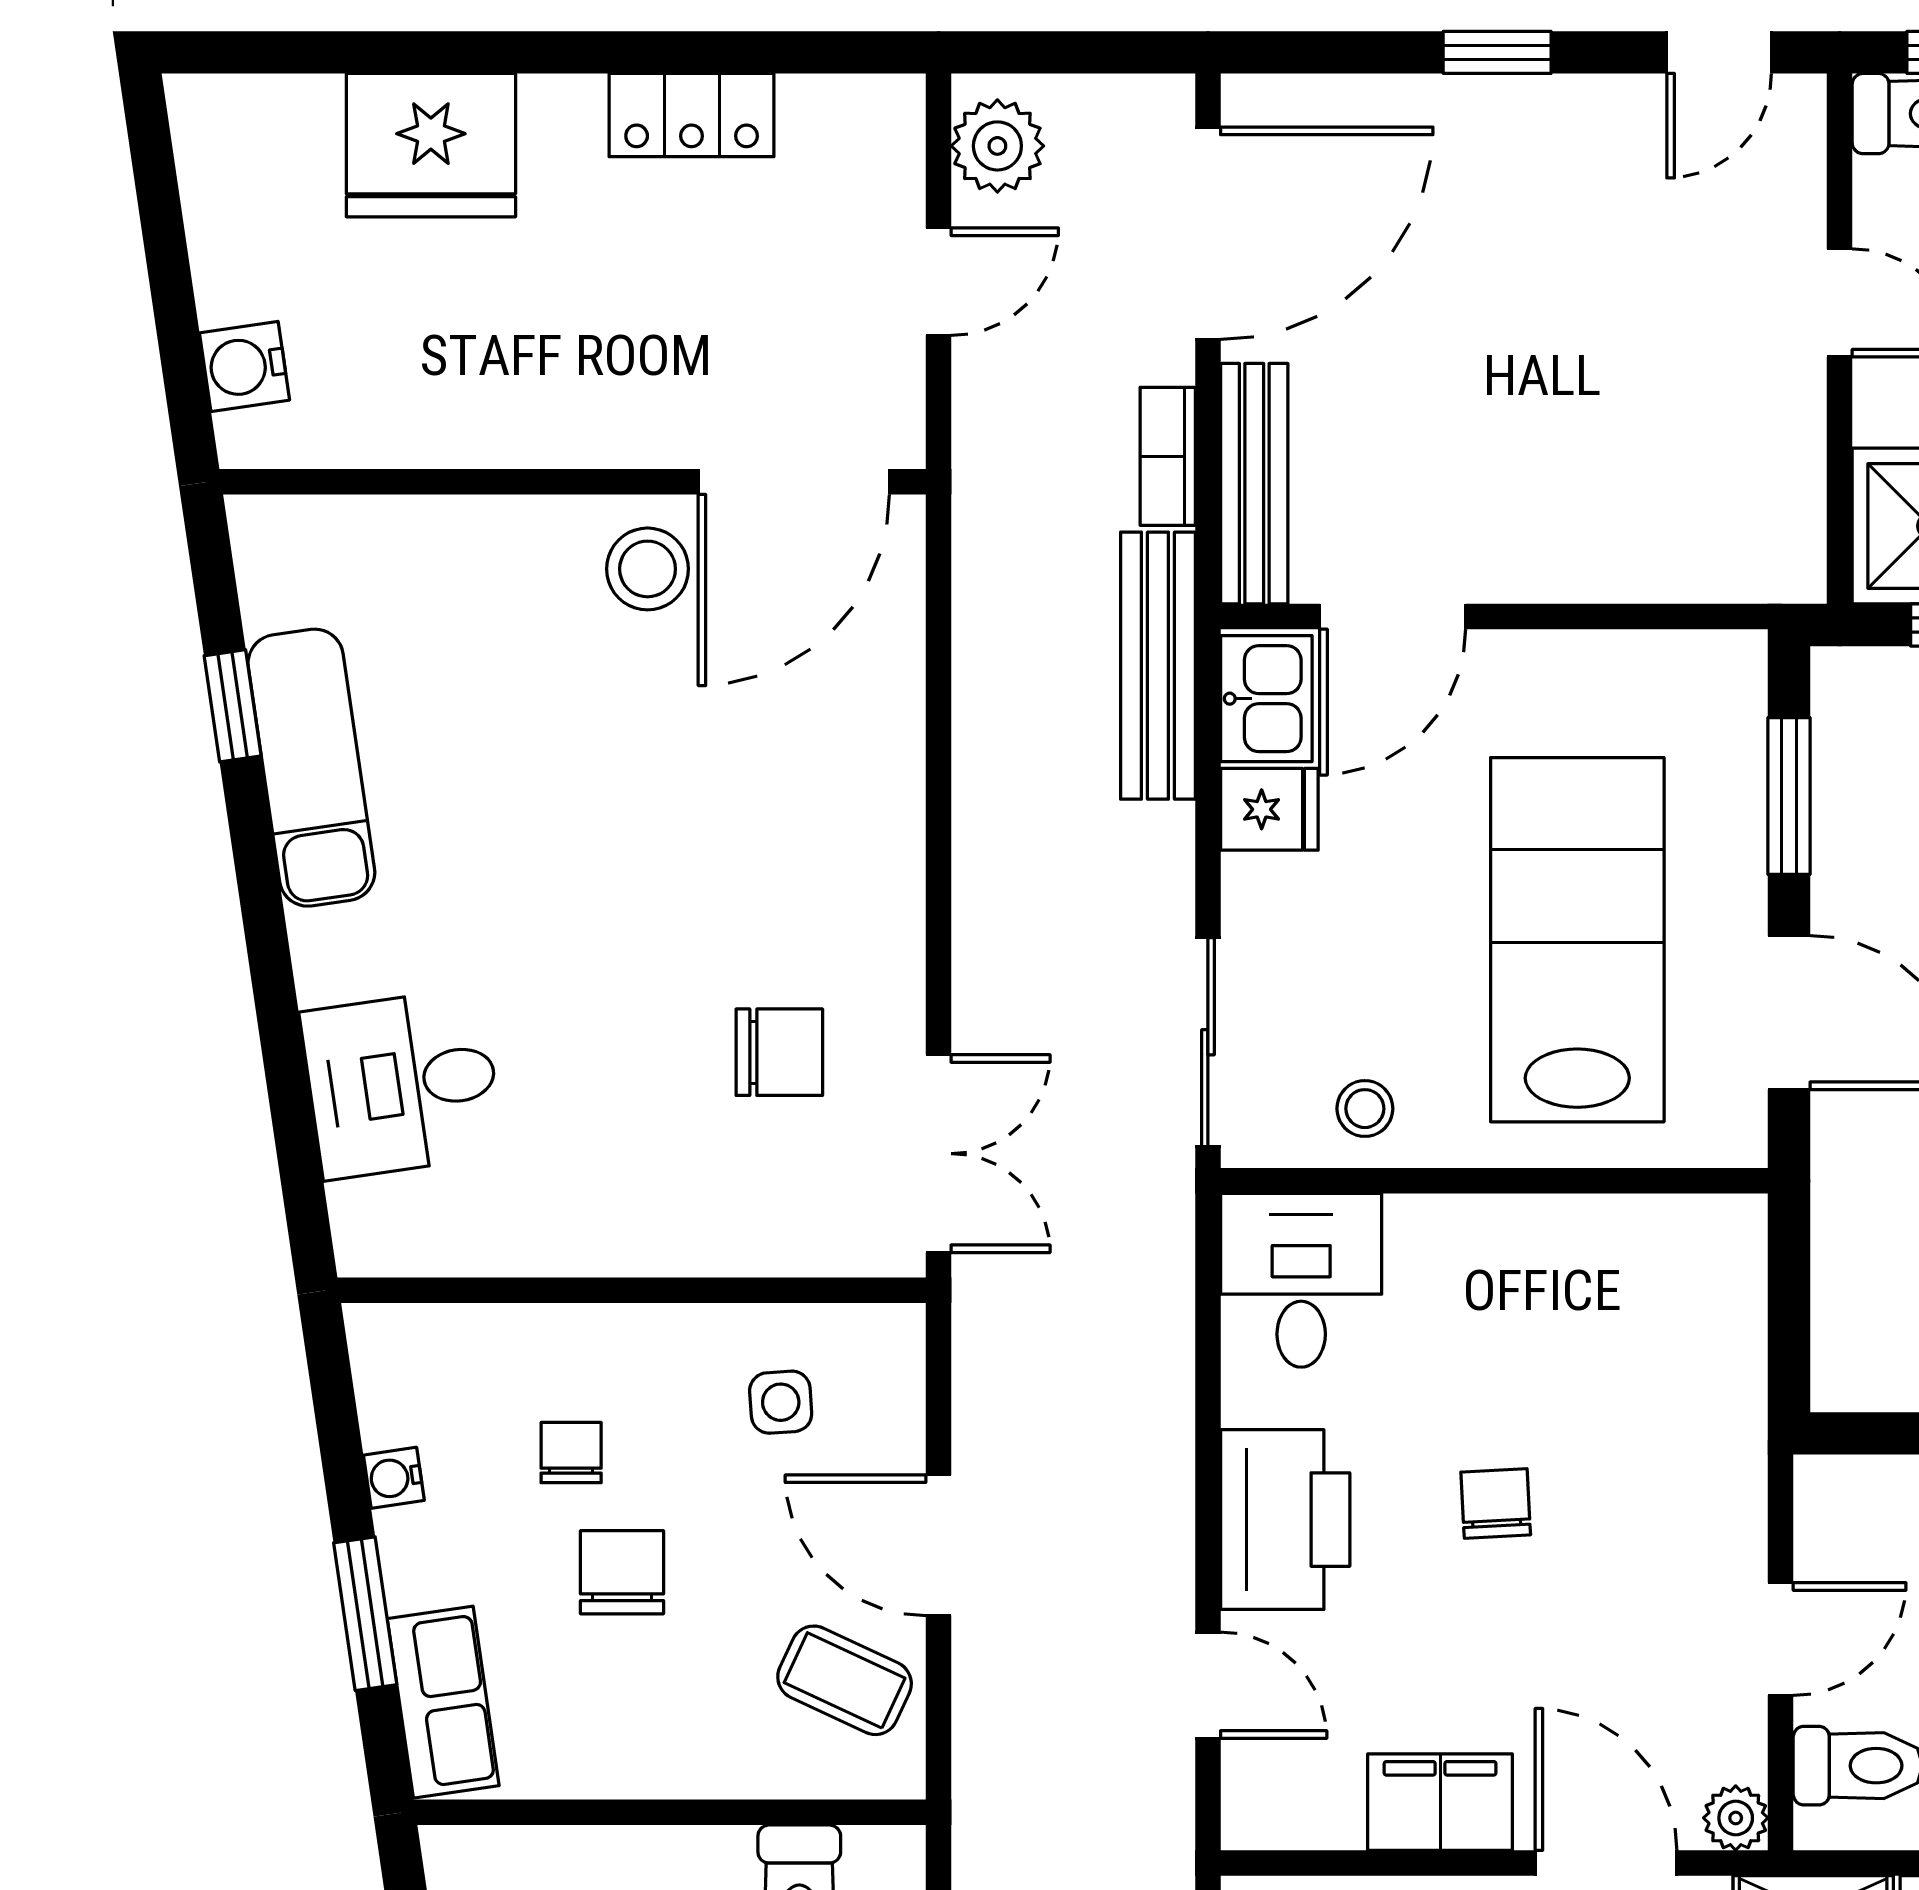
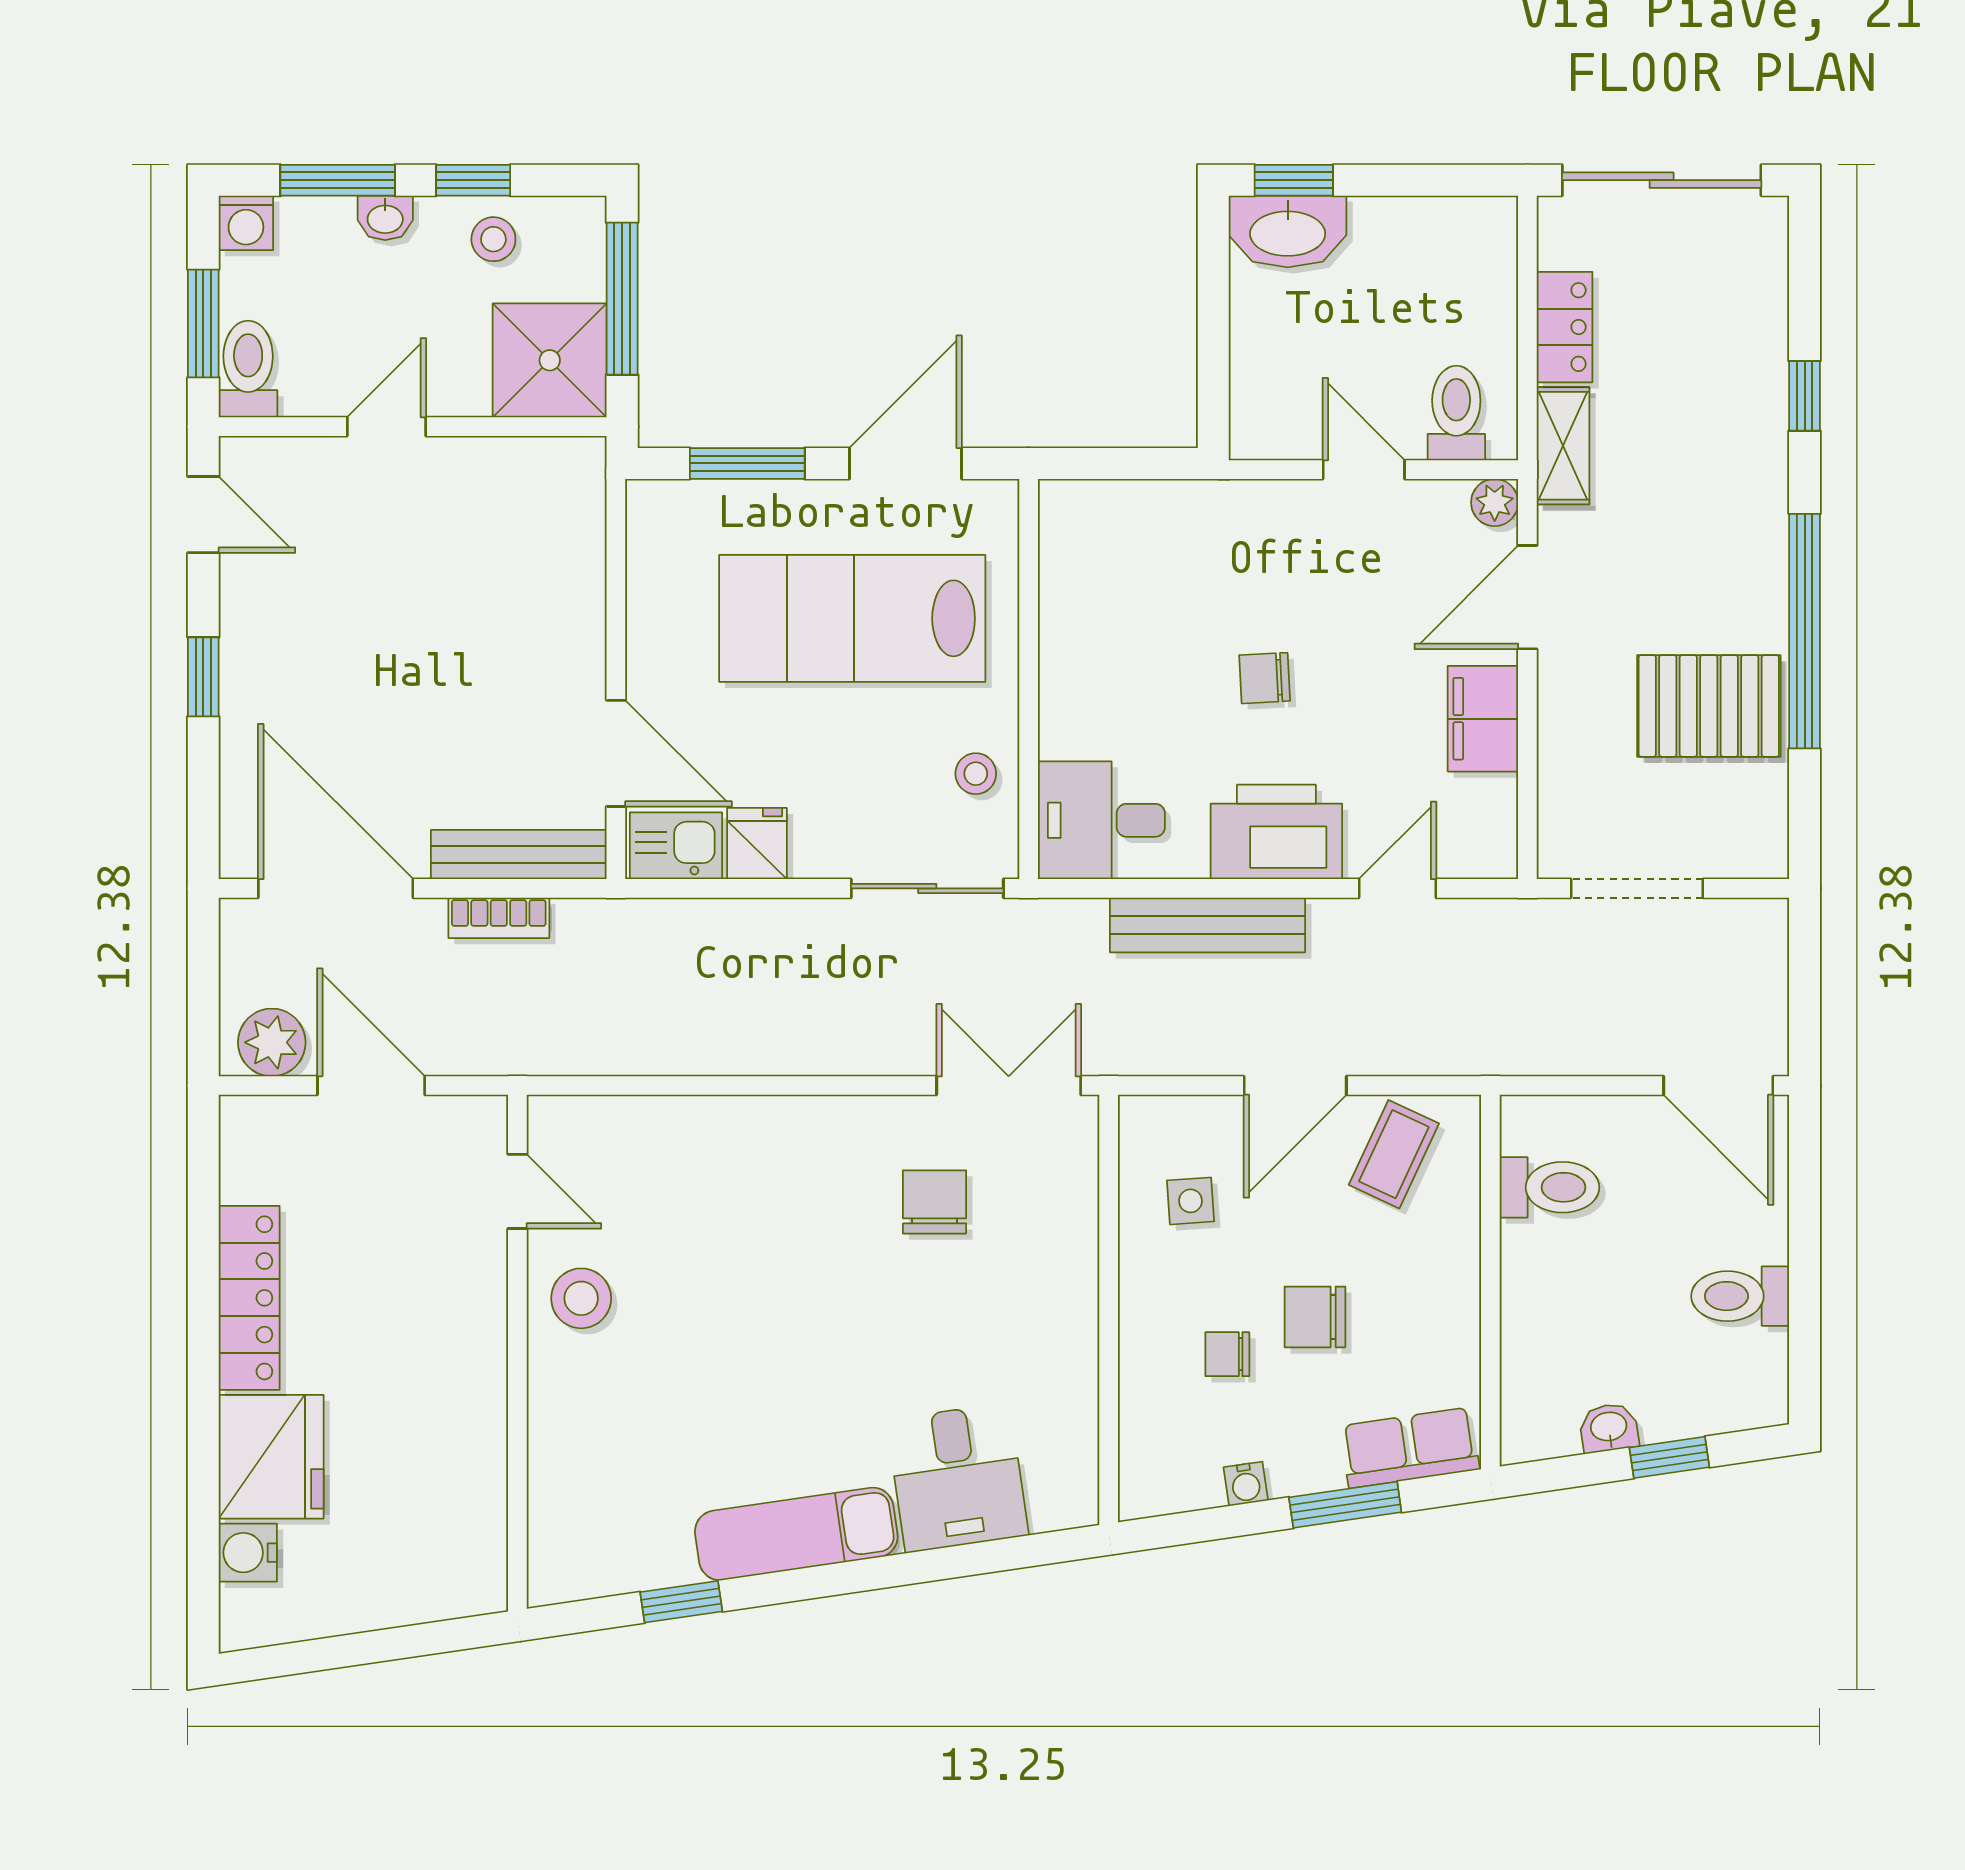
locker: (692, 115) -> (249, 1298), width x1.53
door: (938, 282) -> (371, 1086), width x1.38
water cooler: (245, 366) -> (248, 1553), moved, turned 98
door: (794, 482) -> (517, 1191), width x0.53
bench: (1158, 666) -> (1207, 925), moved
exam couch: (311, 768) -> (796, 1534), moved

